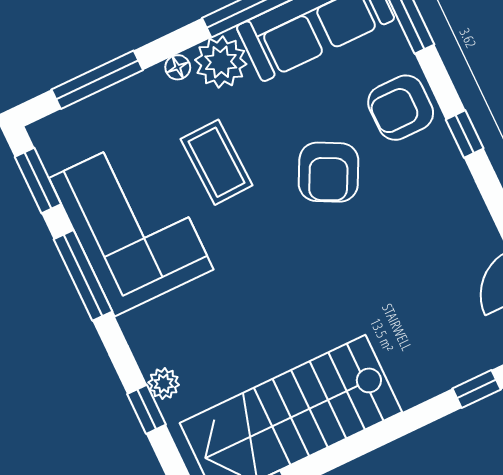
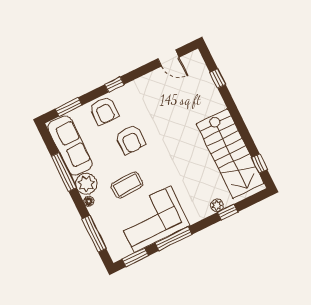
armchair: (329, 172) -> (130, 140), turned 63

